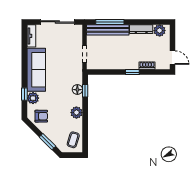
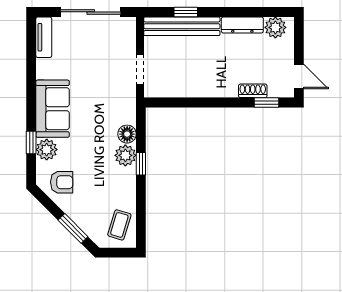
window: (110, 22) -> (186, 12), width x0.46
sofa: (36, 70) -> (53, 109), width x0.73
window: (132, 72) -> (266, 102), moved
window: (85, 91) -> (141, 164), moved
plant: (76, 113) -> (125, 155), moved

